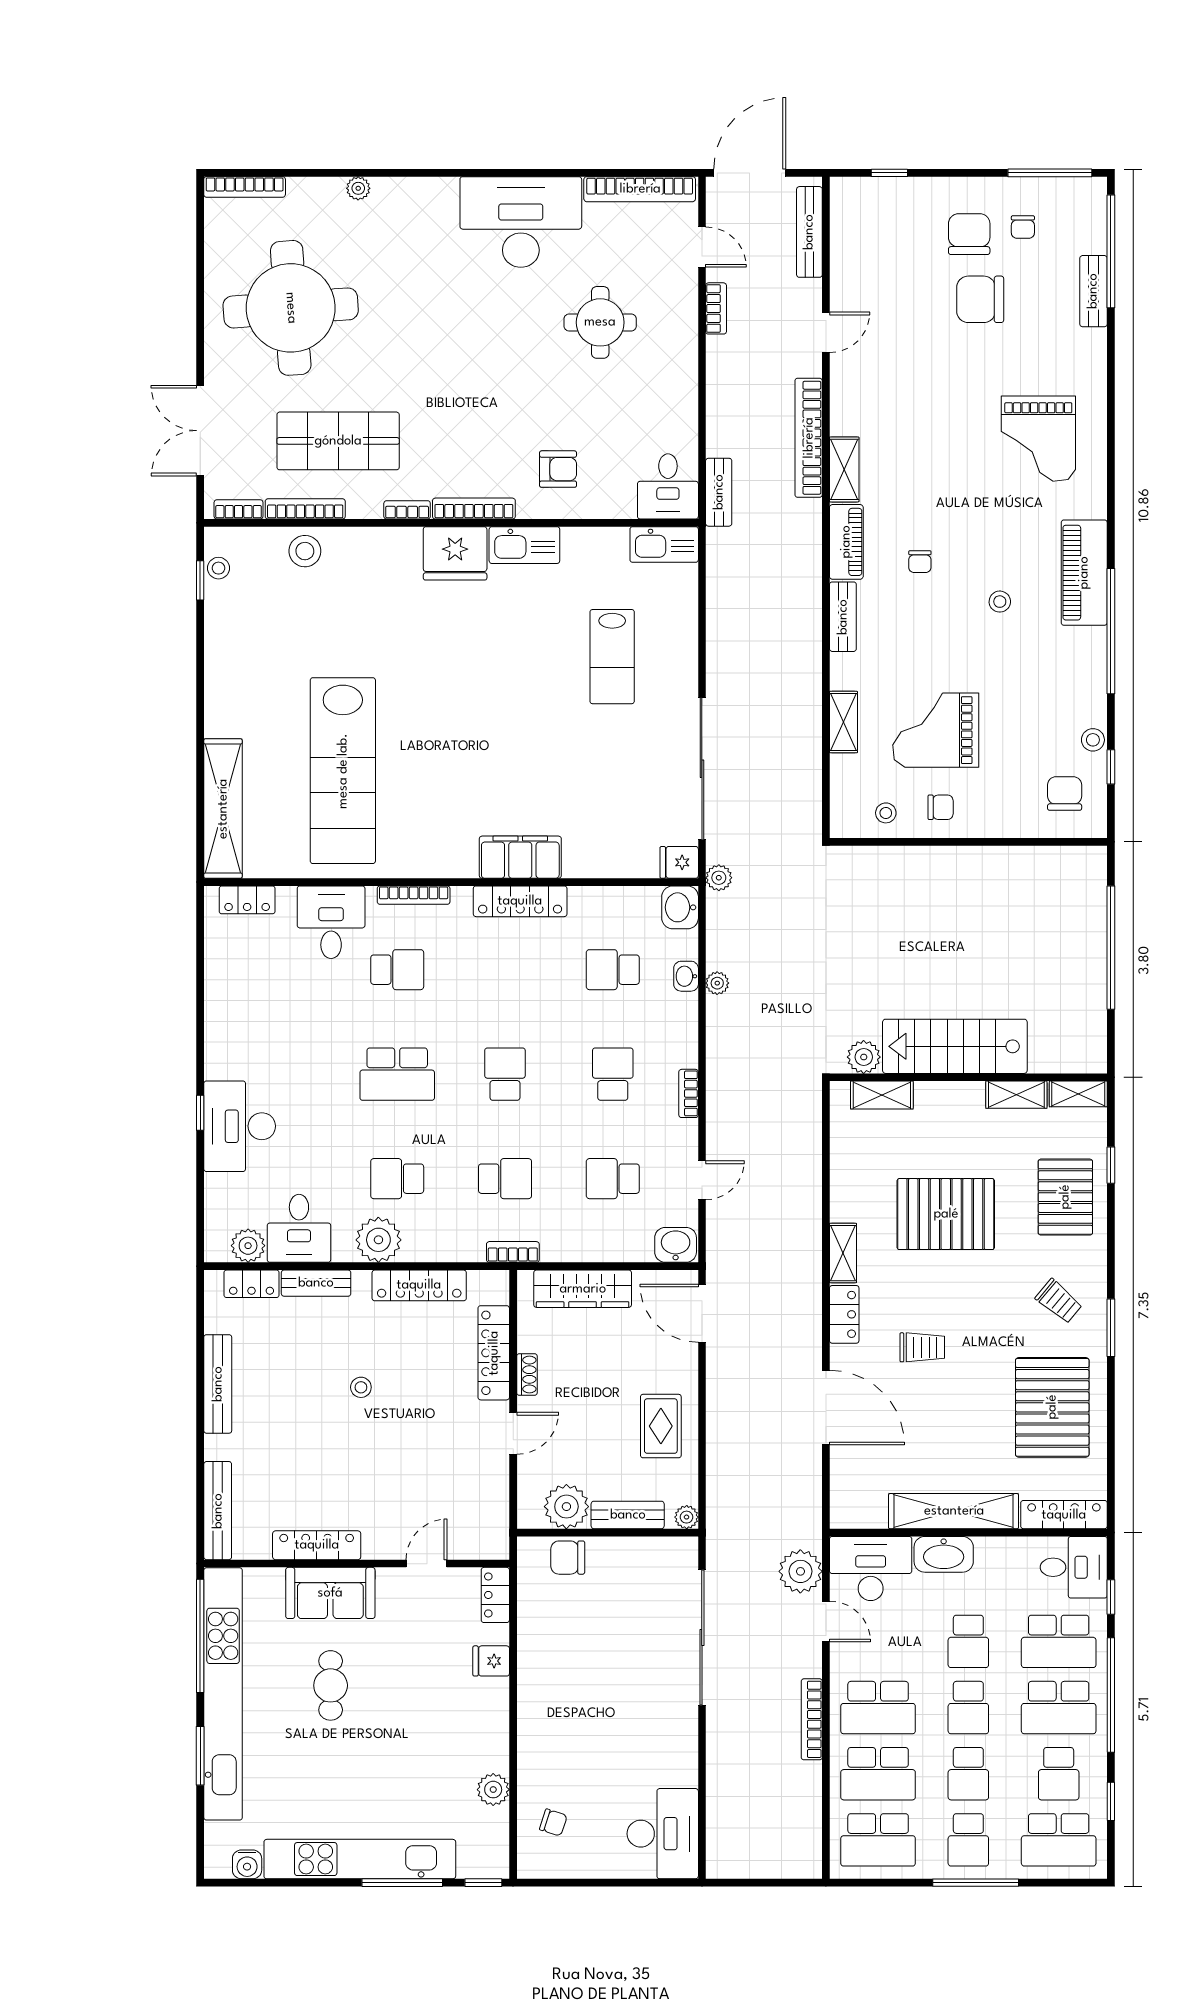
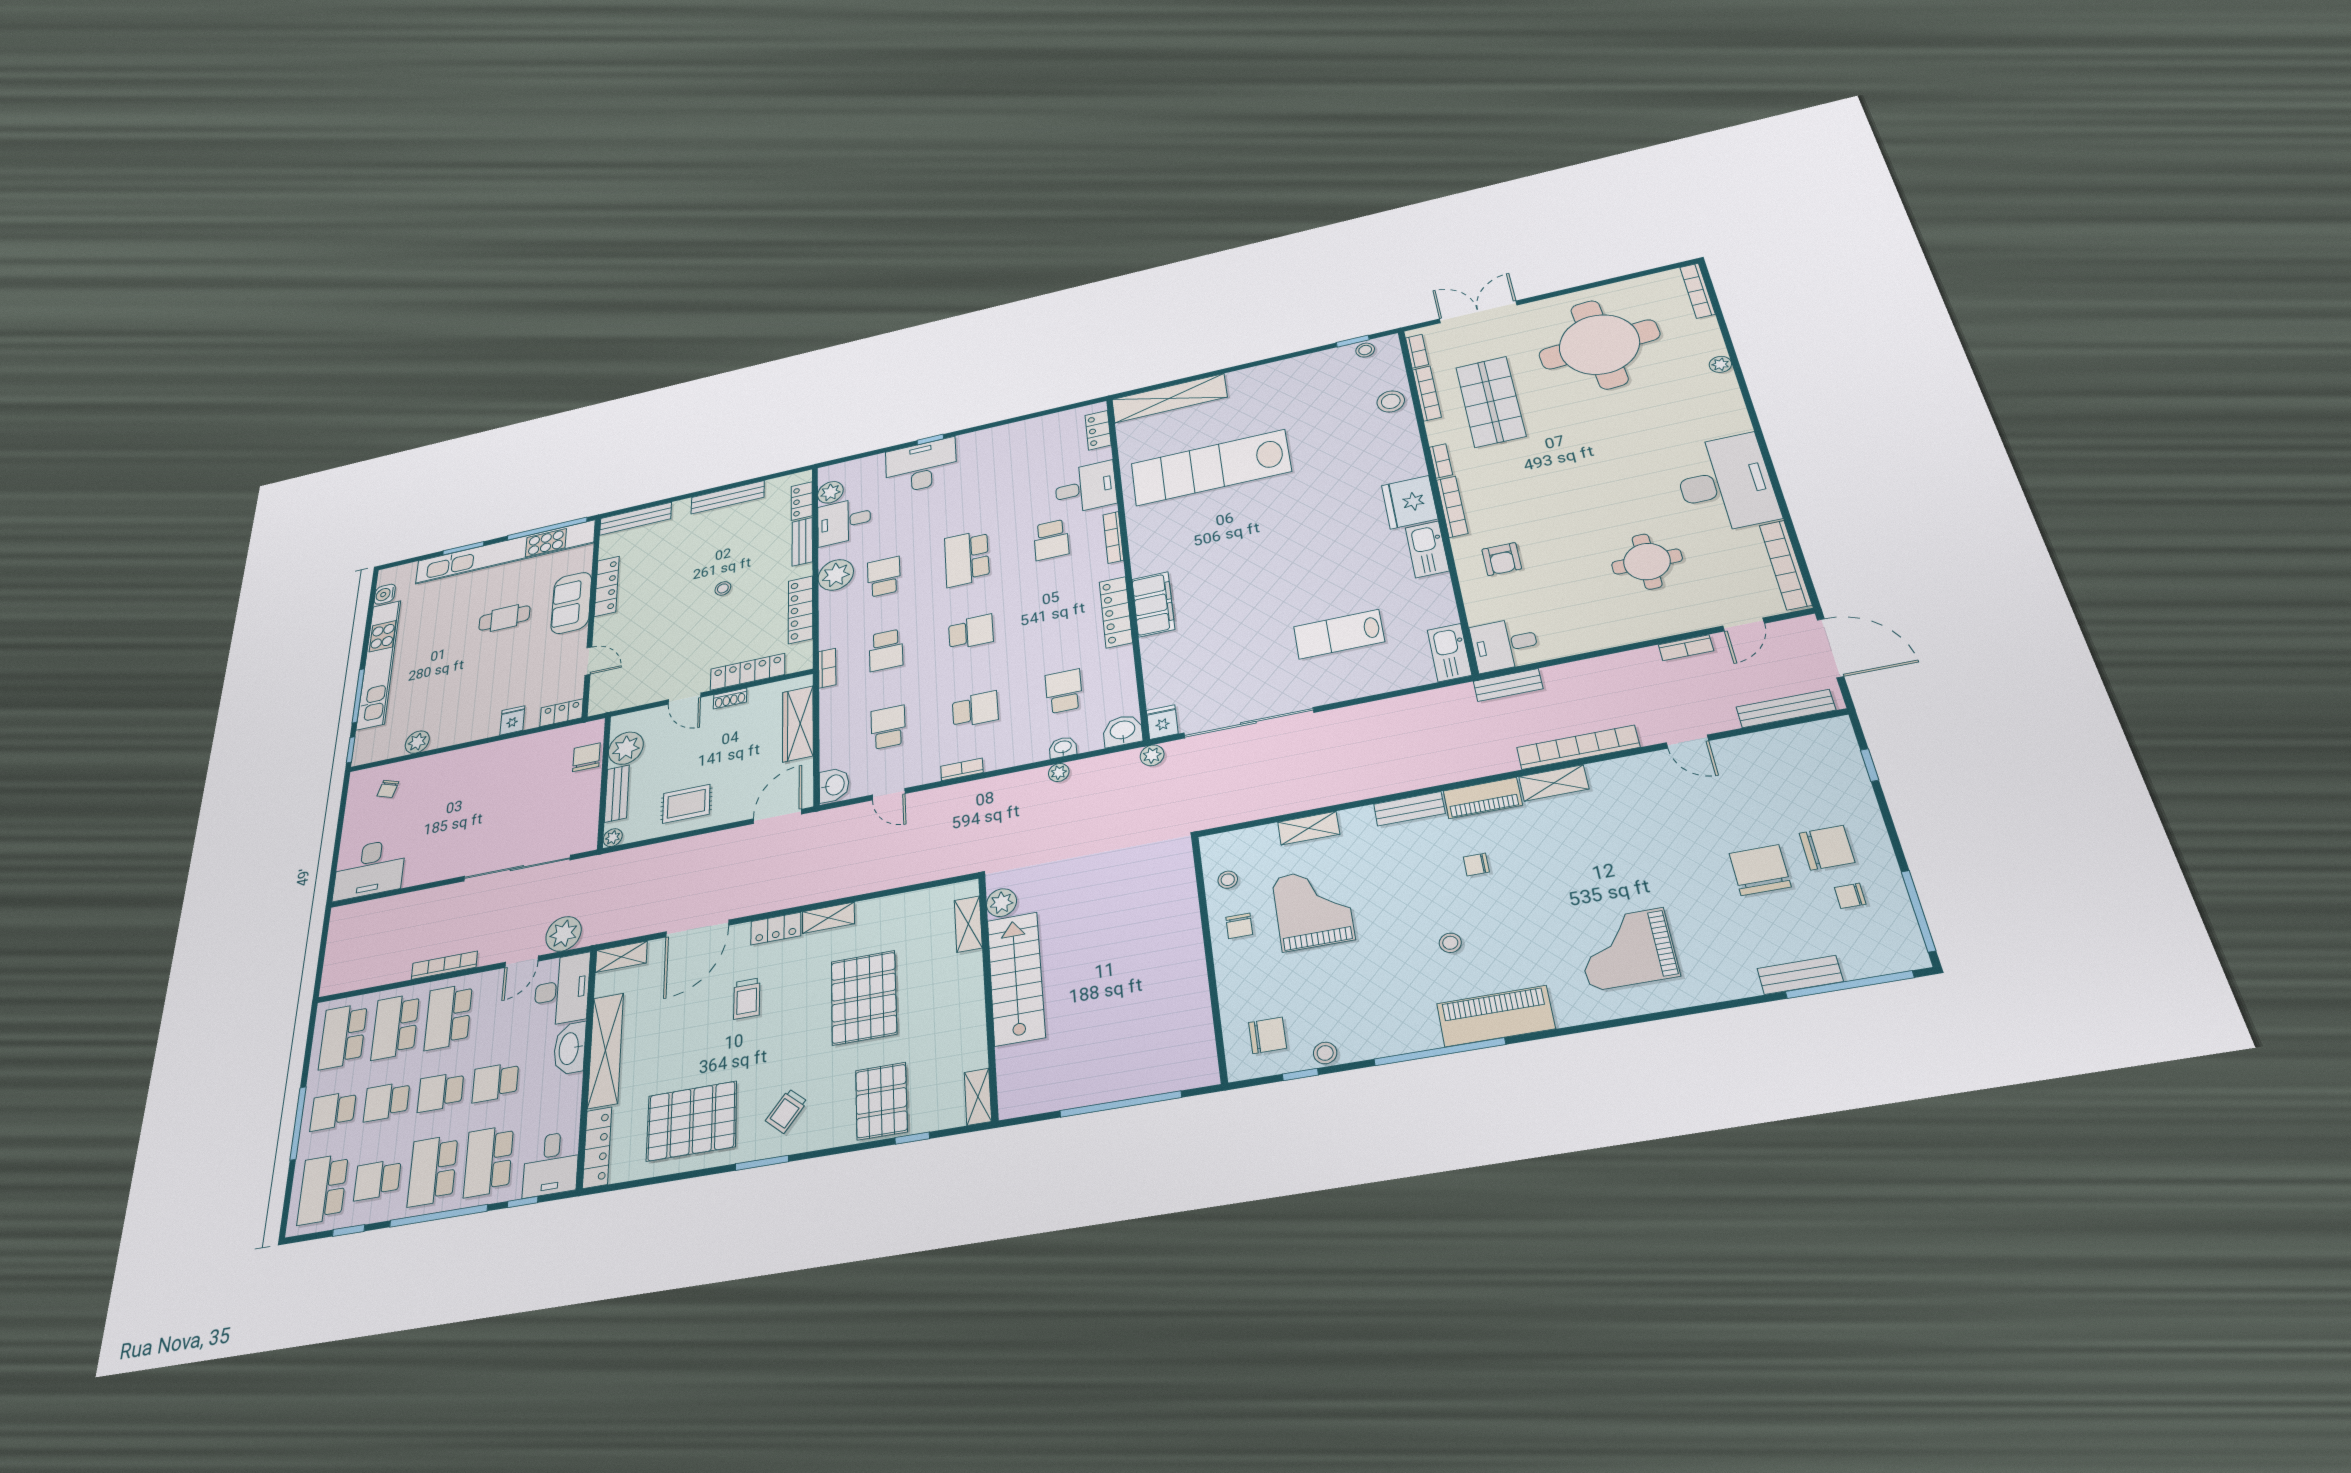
shelving: (1016, 1095) -> (621, 957), moved, turned 90
pallet: (1065, 1197) -> (881, 1101), turned 90

